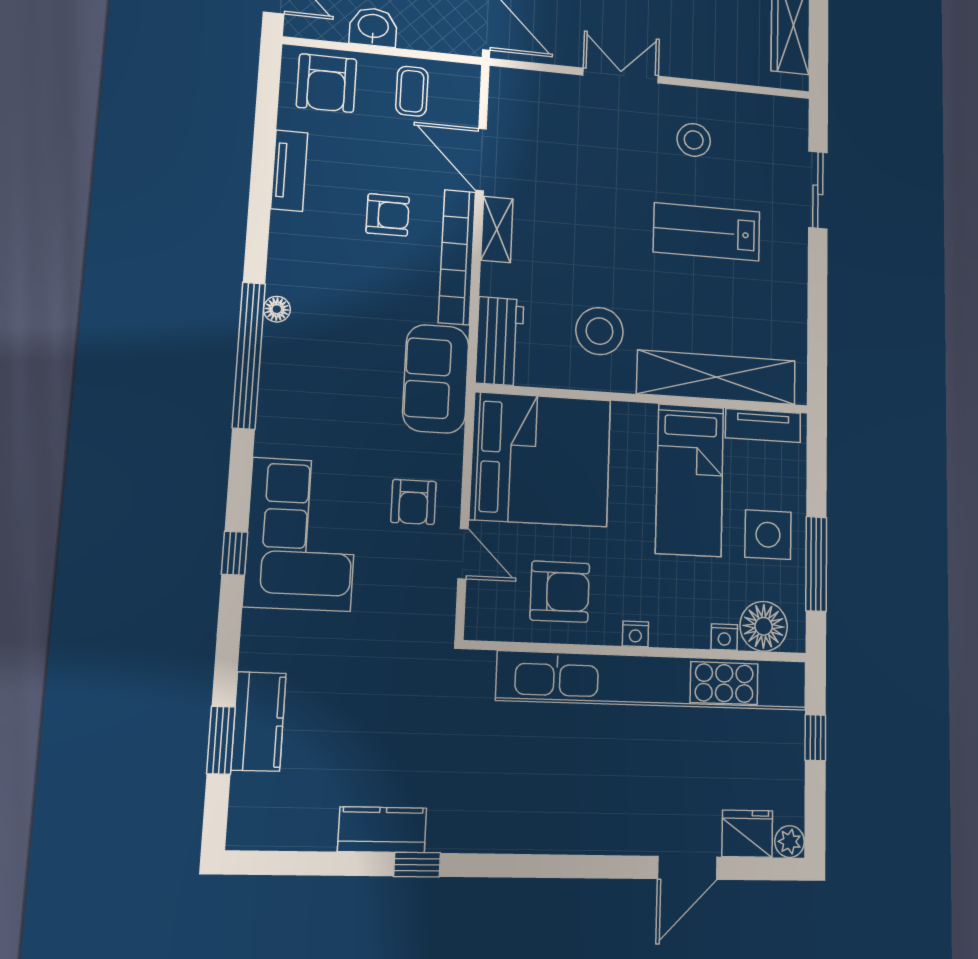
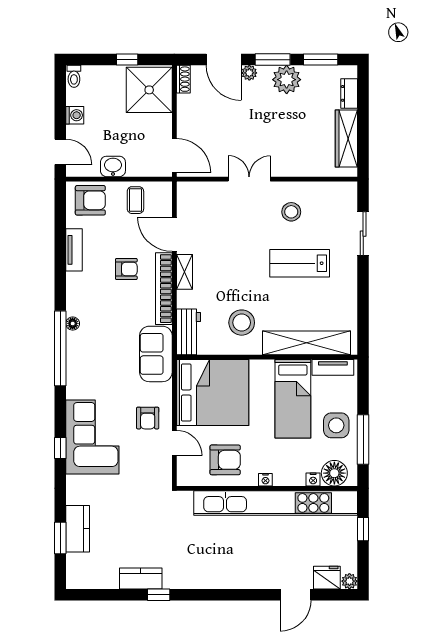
armchair: (327, 83) -> (90, 200), turned -90

